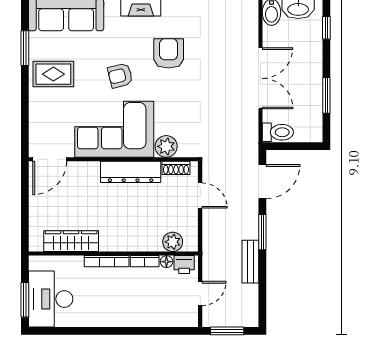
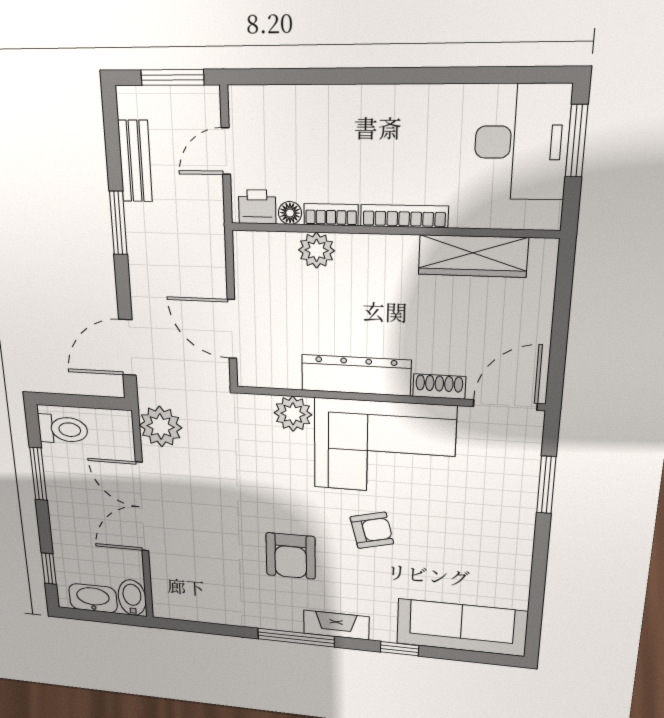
window: (25, 48) -> (546, 485), moved
rug: (53, 74) -> (489, 542), removed
toilet: (278, 132) -> (63, 429), moved, turned 180
plant: (245, 133) -> (161, 426), added
shoe rack: (176, 168) -> (439, 386), moved
door: (200, 196) -> (232, 329), width x1.38
window: (262, 232) -> (118, 223), moved
plant: (173, 242) -> (317, 250), moved
bench: (250, 262) -> (135, 161), moved

